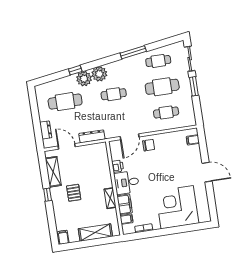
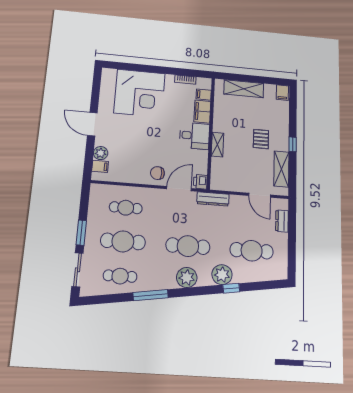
plant: (99, 74) -> (187, 277), moved
cafe table: (114, 94) -> (188, 246), width x1.37, depth x1.35
dresser: (92, 136) -> (213, 199), moved
plant: (195, 151) -> (101, 153), added
printer: (118, 166) -> (200, 182), moved
shelving: (110, 198) -> (217, 145), moved

